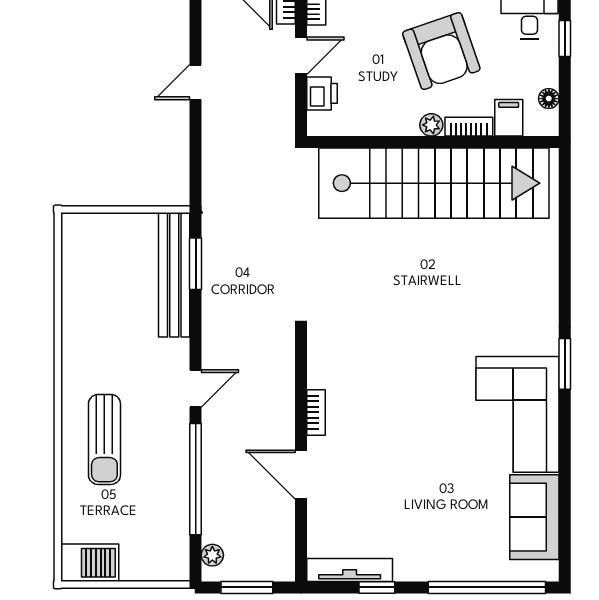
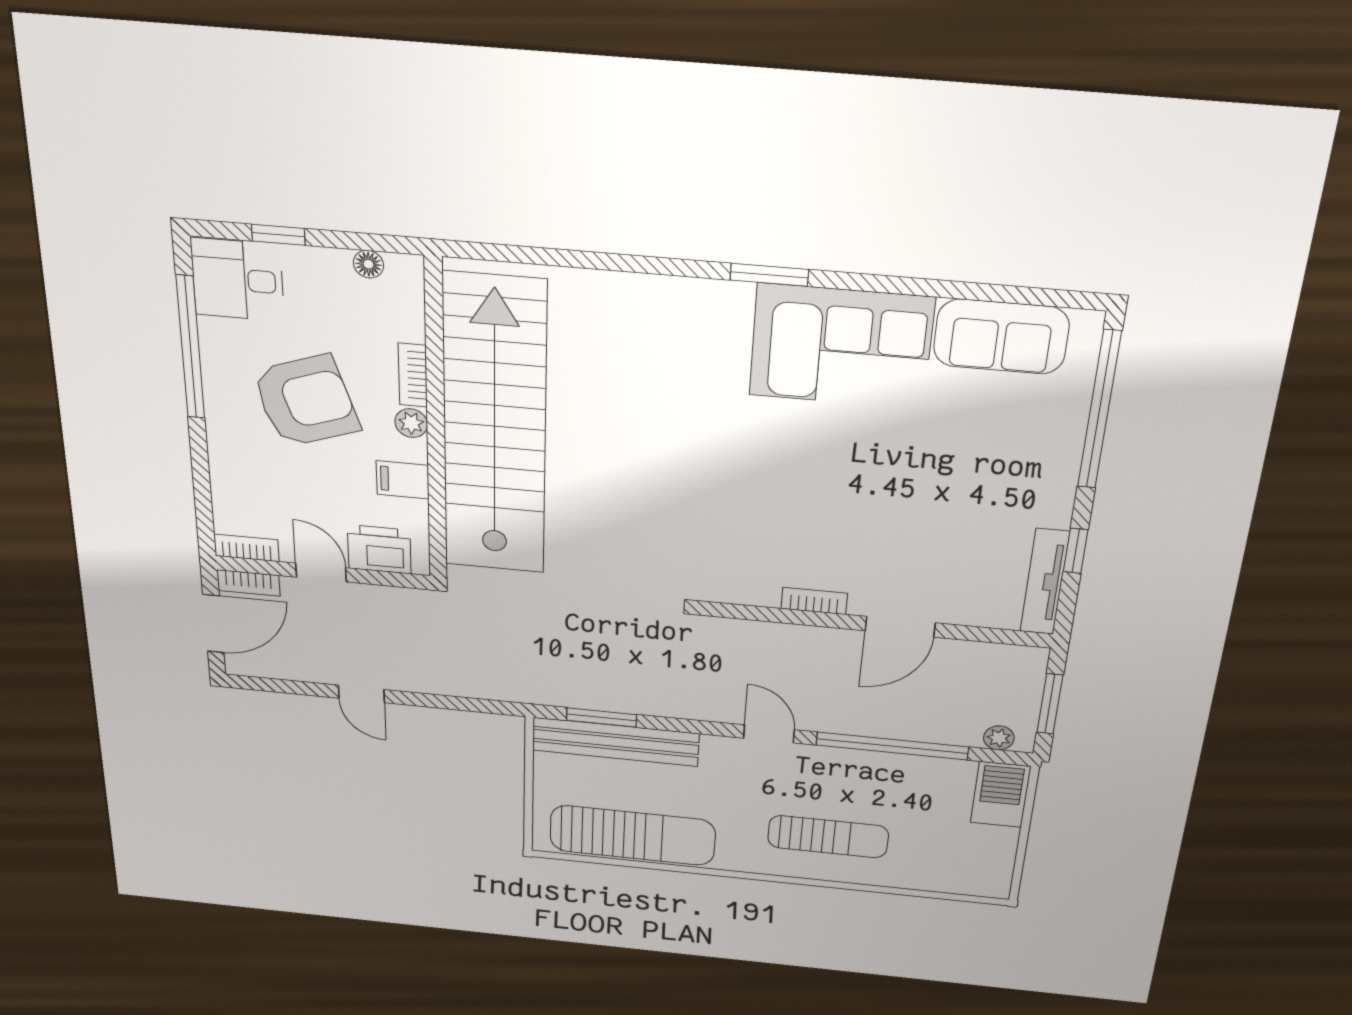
printer: (322, 93) -> (379, 549), width x1.36, depth x1.24
filing cabinet: (509, 118) -> (403, 480), moved
sun lounger: (86, 290) -> (632, 835), added
barbecue: (90, 563) -> (1001, 794), moved

